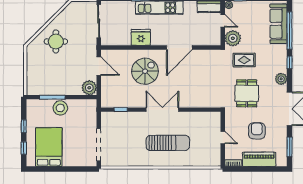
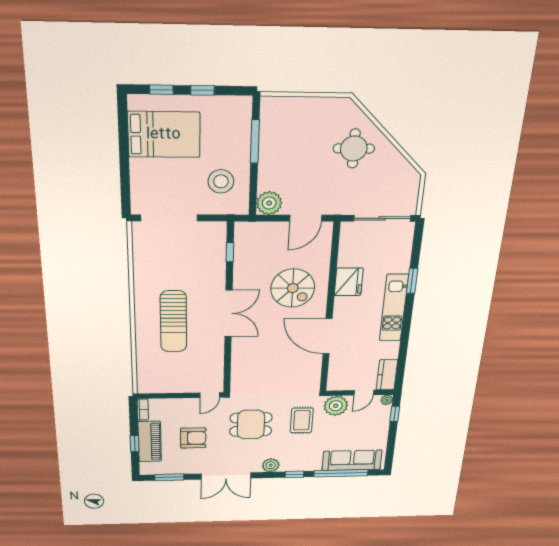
stool: (60, 108) -> (221, 181), moved
door: (223, 138) -> (210, 395), moved
window: (260, 169) -> (135, 443), added

